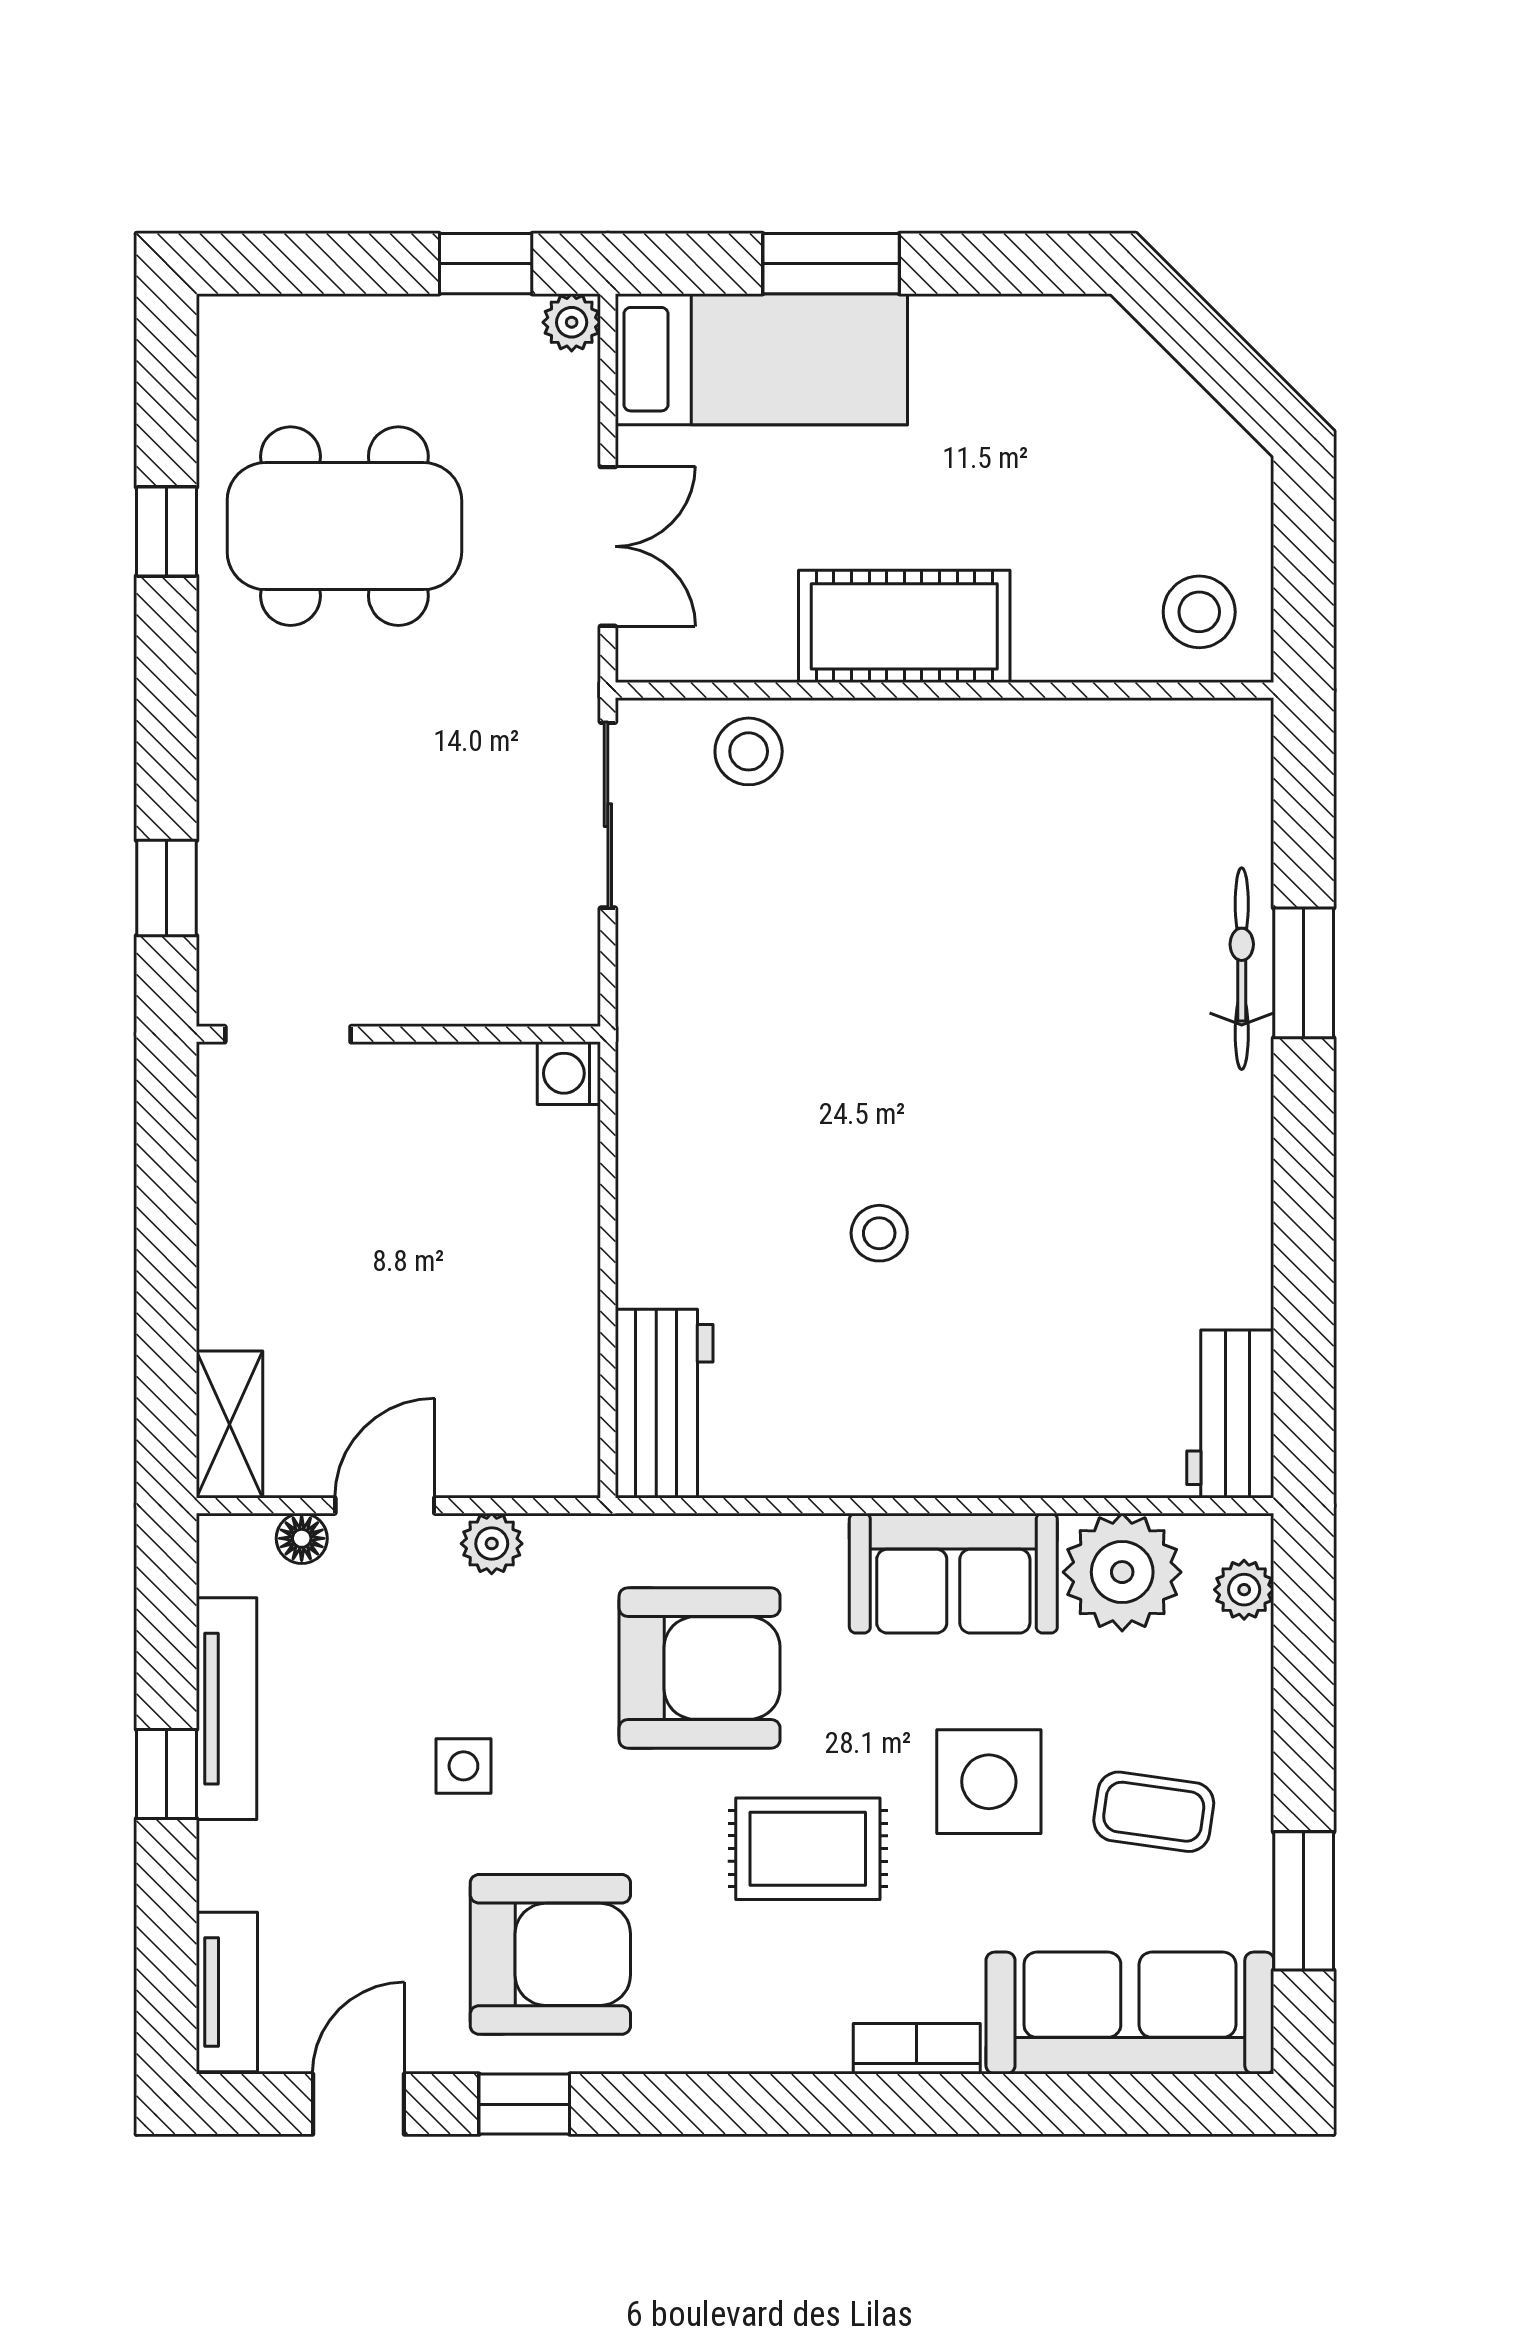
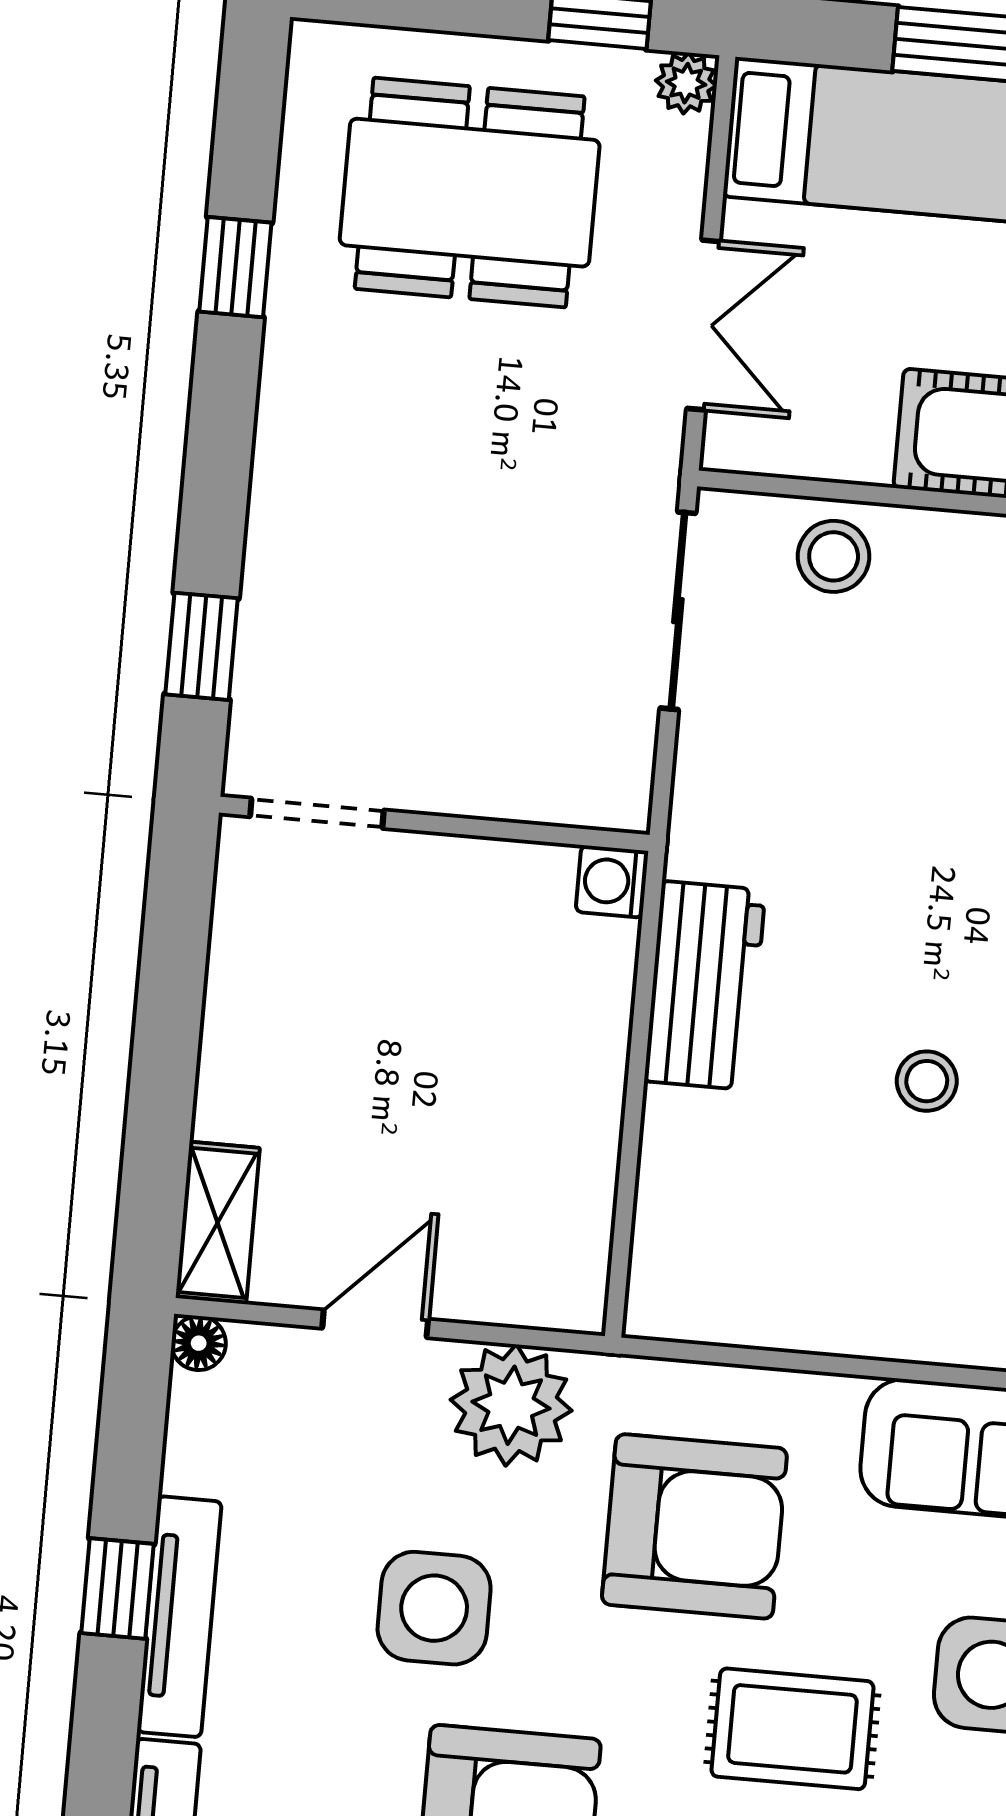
dining table: (344, 526) -> (470, 193), moved
workbench: (664, 1404) -> (705, 986), moved
floor lamp: (302, 1538) -> (199, 1343), moved
plant: (492, 1544) -> (511, 1405), width x1.88, depth x1.88
tv unit: (226, 1709) -> (179, 1617), moved
side table: (463, 1766) -> (434, 1608), width x1.87, depth x1.87

